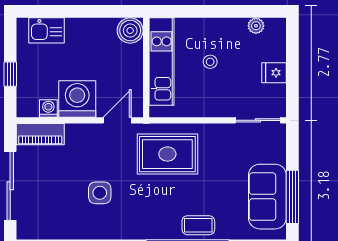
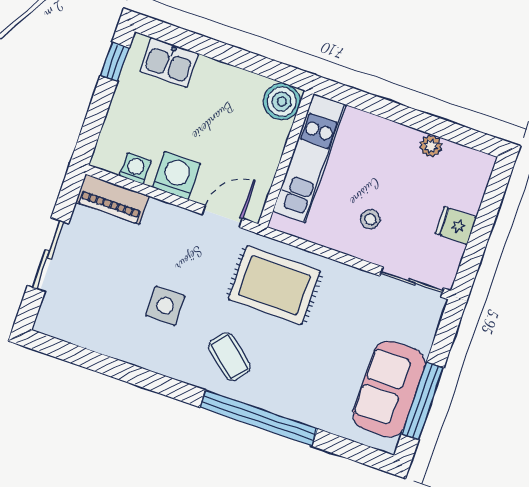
plant: (256, 26) -> (431, 146), moved
stool: (210, 62) -> (370, 219), moved
window: (10, 74) -> (115, 62), moved
washing machine: (77, 99) -> (176, 176), width x0.73, depth x0.73
sliding door: (10, 186) -> (48, 255), width x0.73
coffee table: (198, 225) -> (229, 357), moved, turned 39

